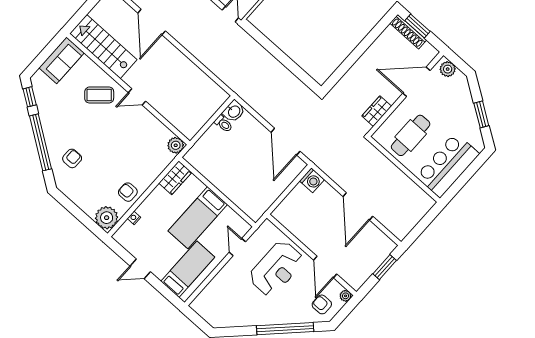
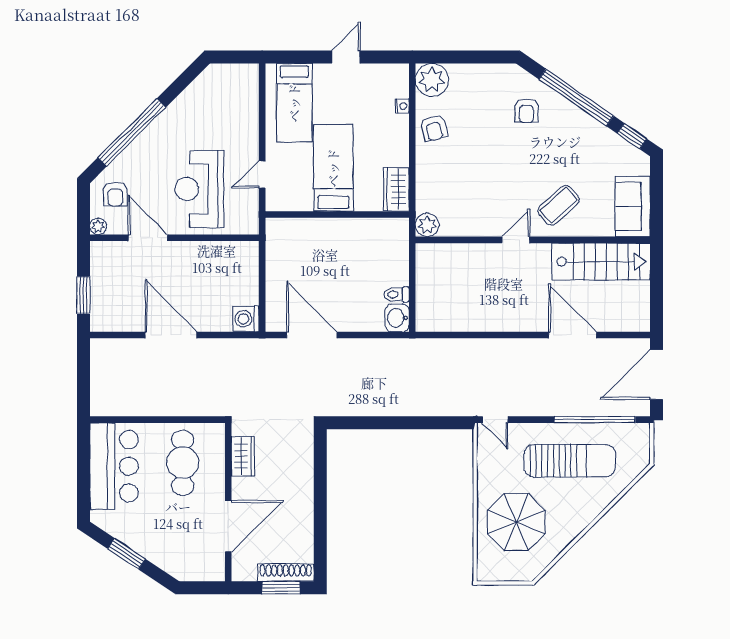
plant: (448, 69) -> (207, 570), removed
armchair: (128, 192) -> (434, 128), turned 76
door: (237, 247) -> (262, 175), swing flipped
armchair: (322, 304) -> (115, 194), turned 89

